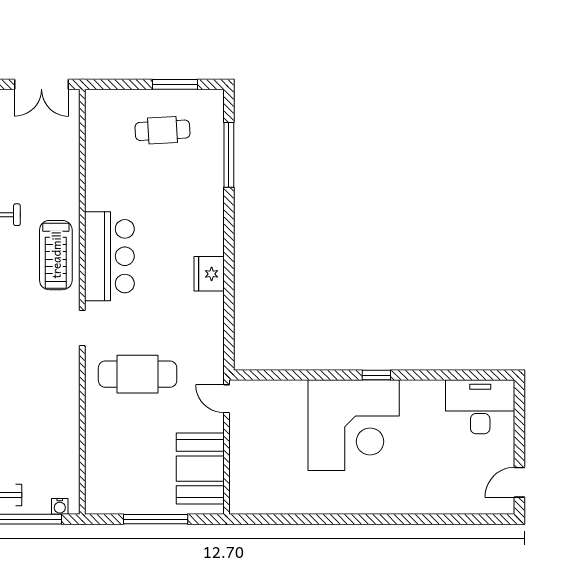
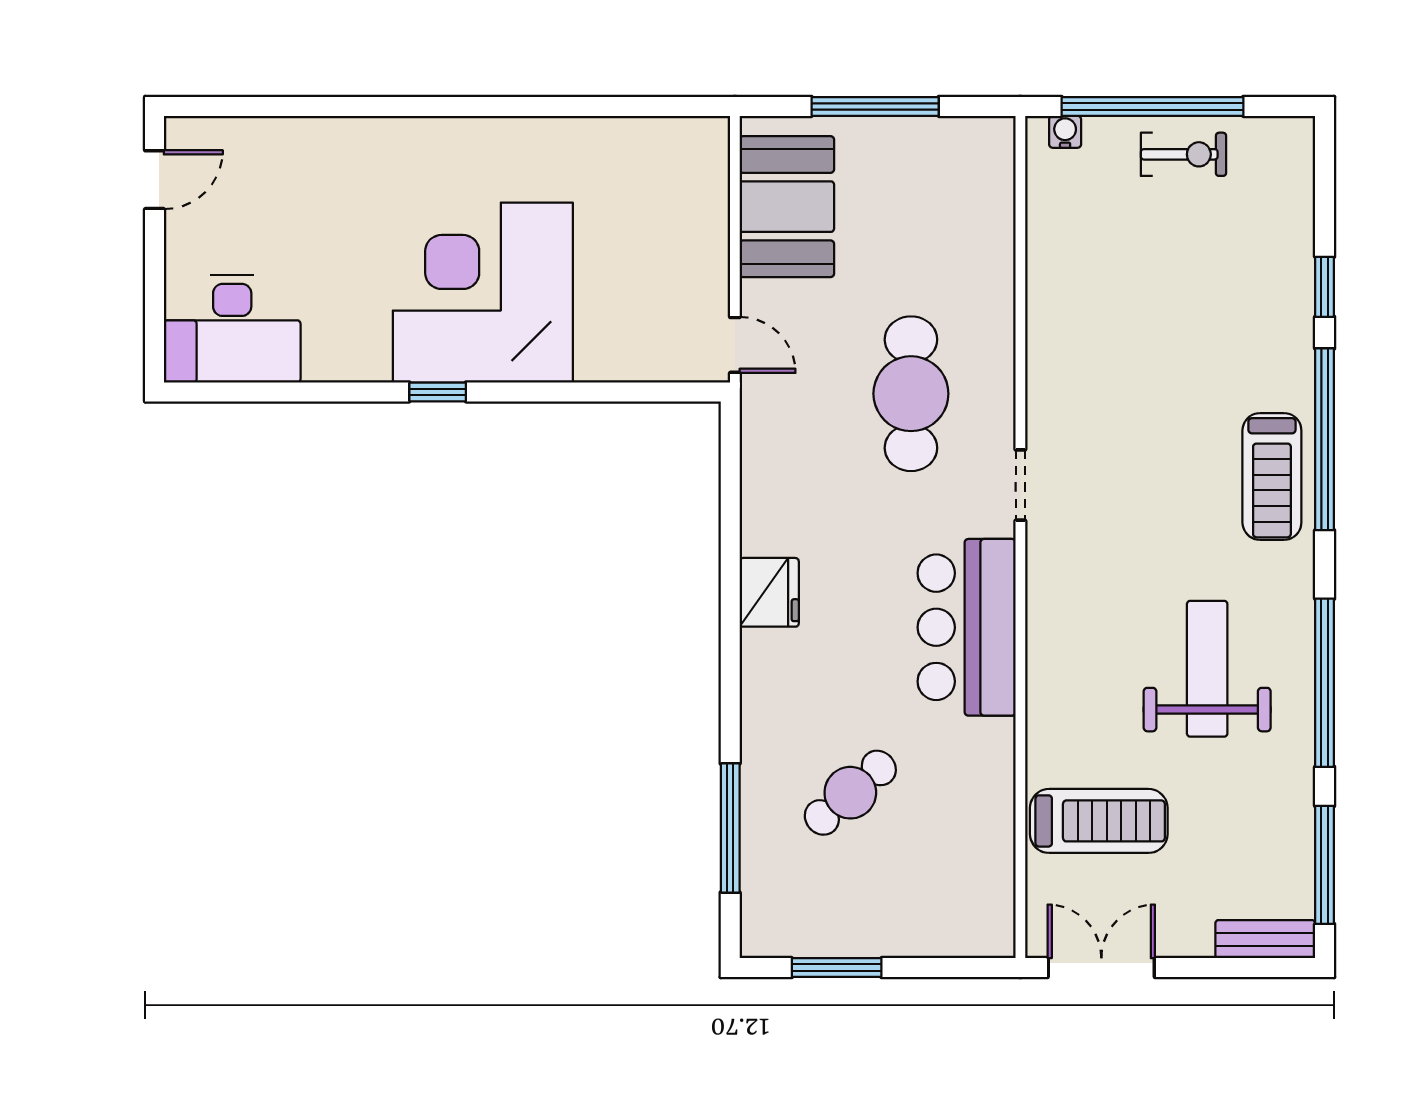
cafe table: (163, 130) -> (850, 793), moved, turned -38
treadmill: (56, 255) -> (1099, 821), moved, turned 90
cafe table: (138, 374) -> (911, 394), turned 90

